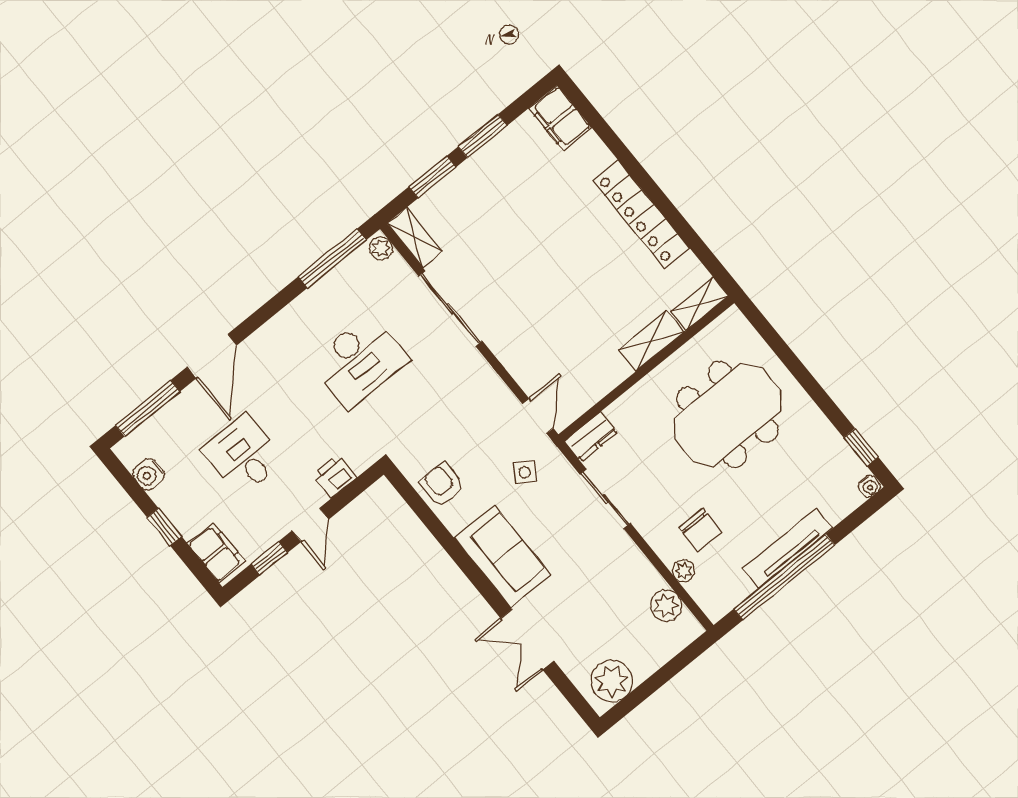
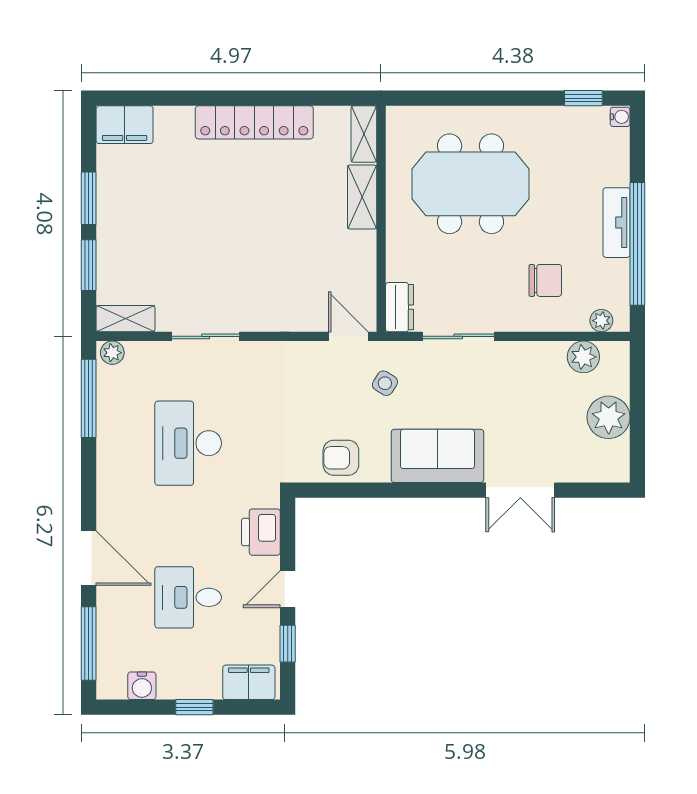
sliding door: (450, 309) -> (206, 336), width x0.73
desk: (359, 361) -> (188, 443), turned 180
meeting table: (727, 415) -> (470, 184), turned 90
printer: (335, 476) -> (261, 532), width x1.36, depth x1.24
door: (310, 525) -> (288, 589), swing flipped
tv unit: (788, 548) -> (616, 223), width x0.71
plant: (683, 571) -> (601, 321), moved
plant: (612, 681) -> (609, 417), moved

